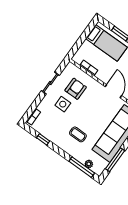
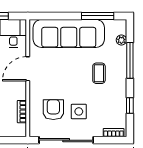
sliding door: (50, 83) -> (66, 140), width x1.86
armchair: (76, 89) -> (53, 110), turned 90
window: (82, 167) -> (130, 60), moved

